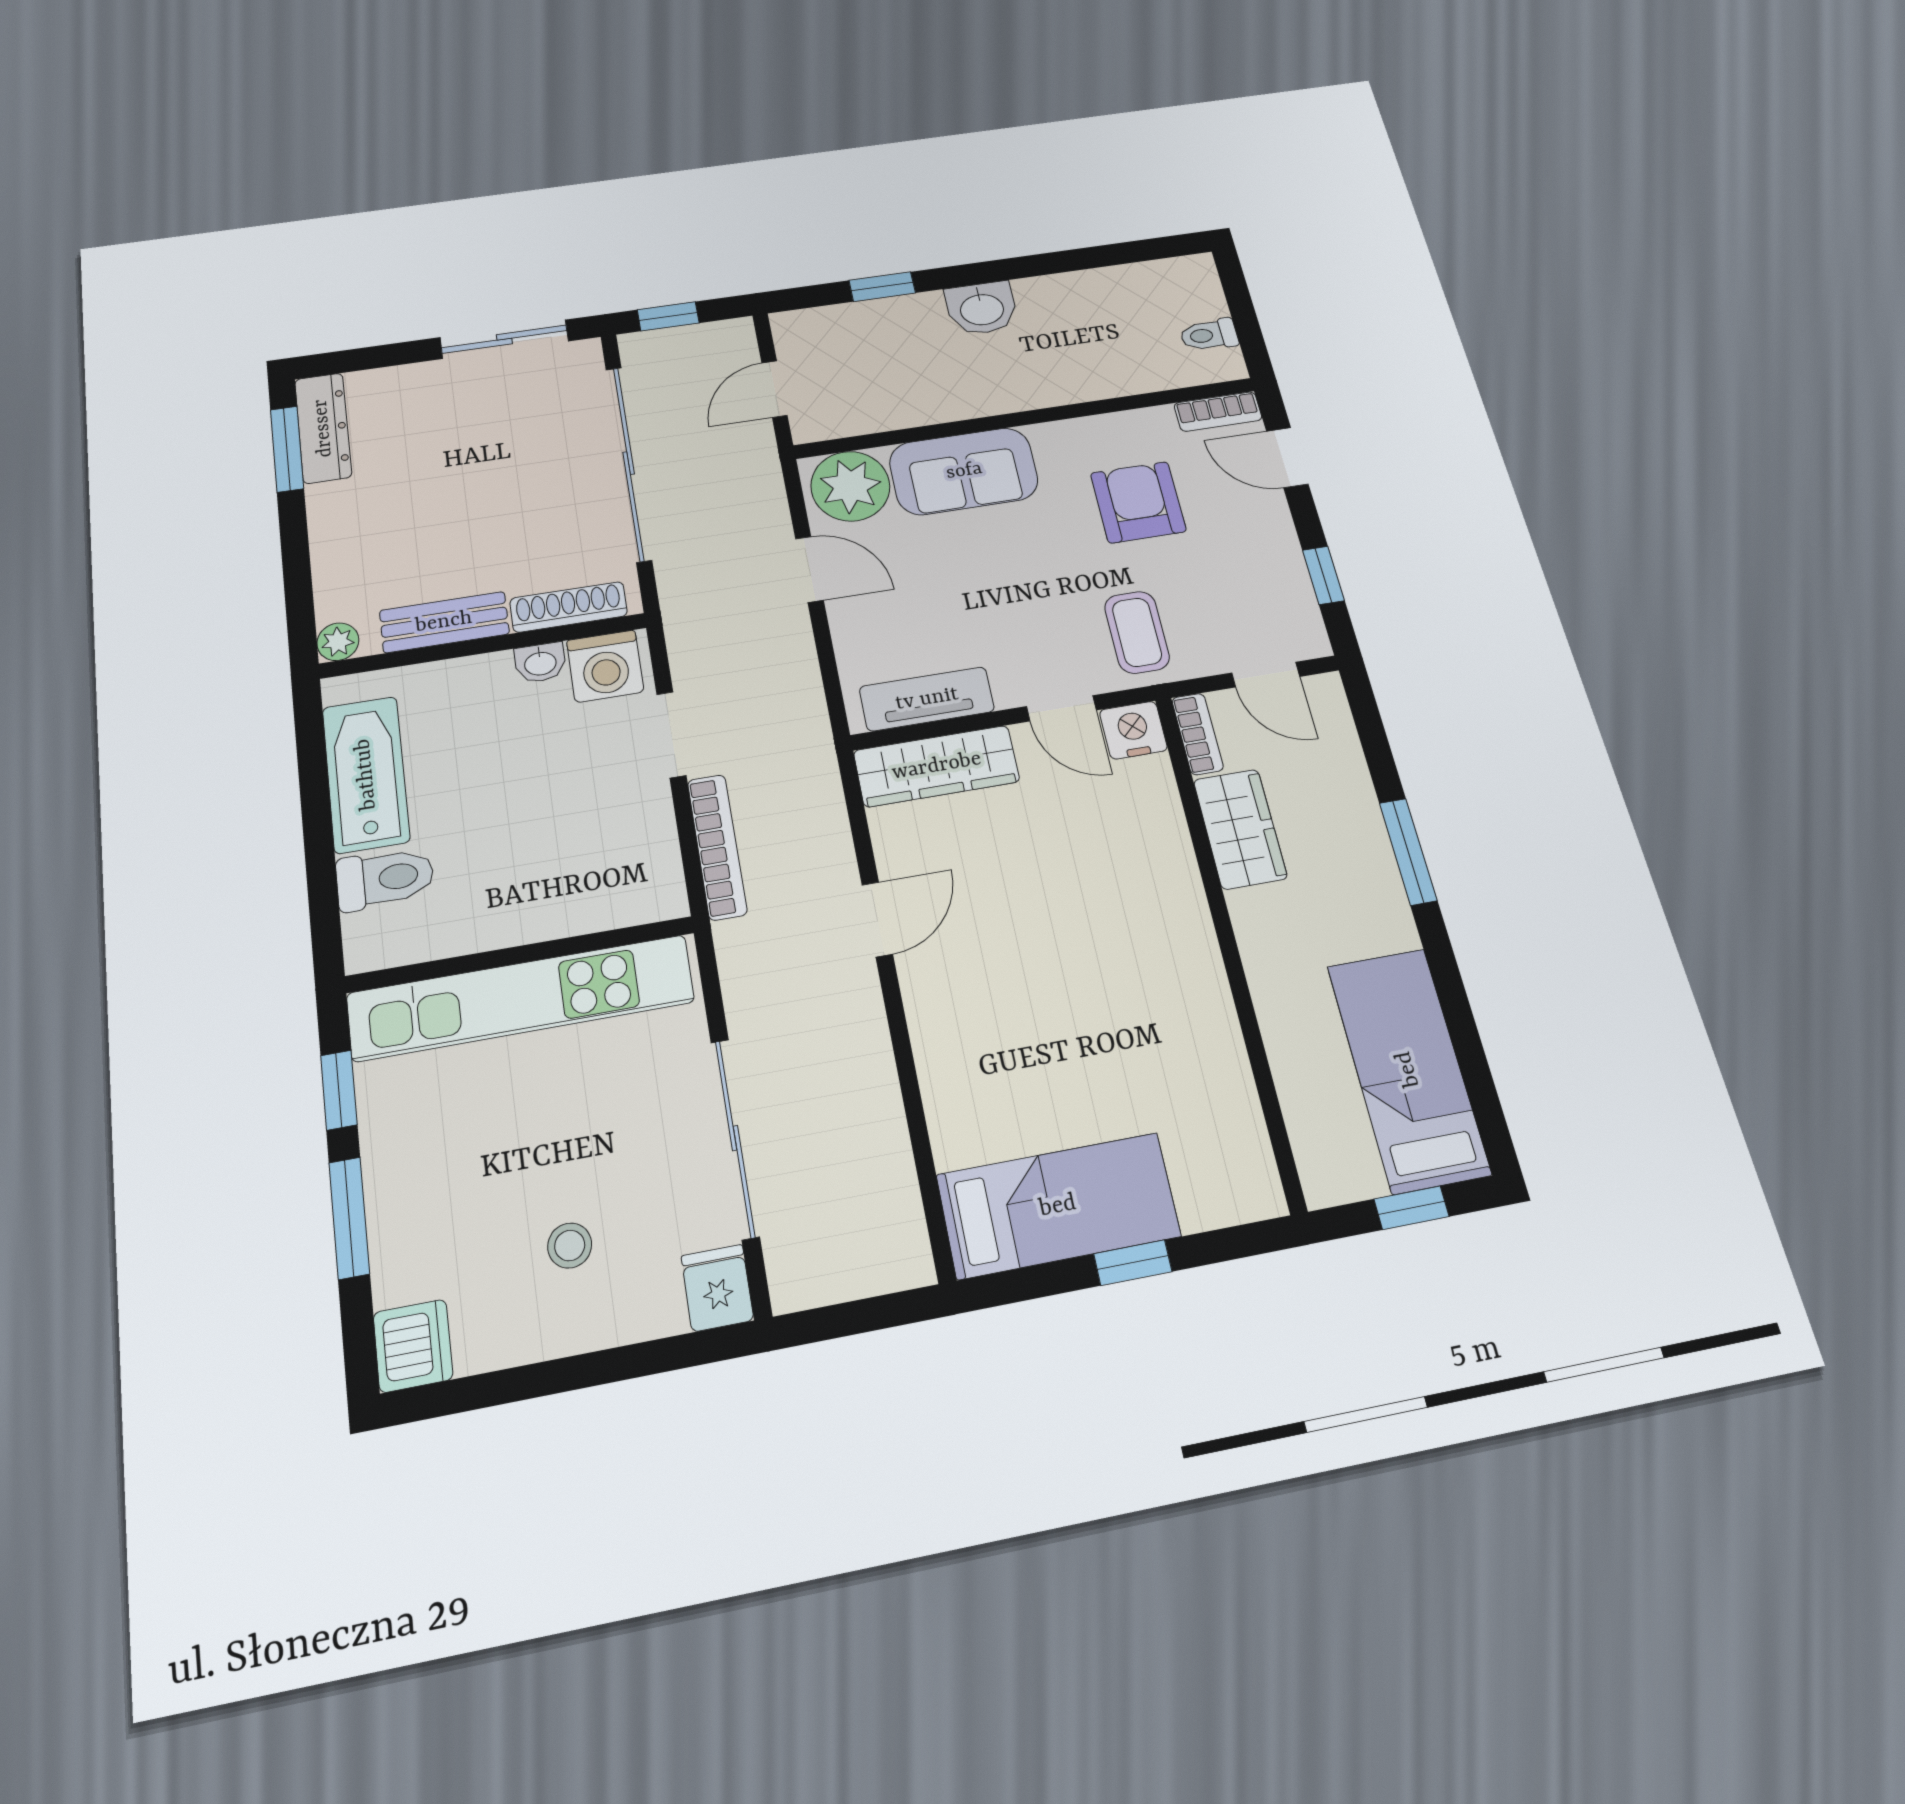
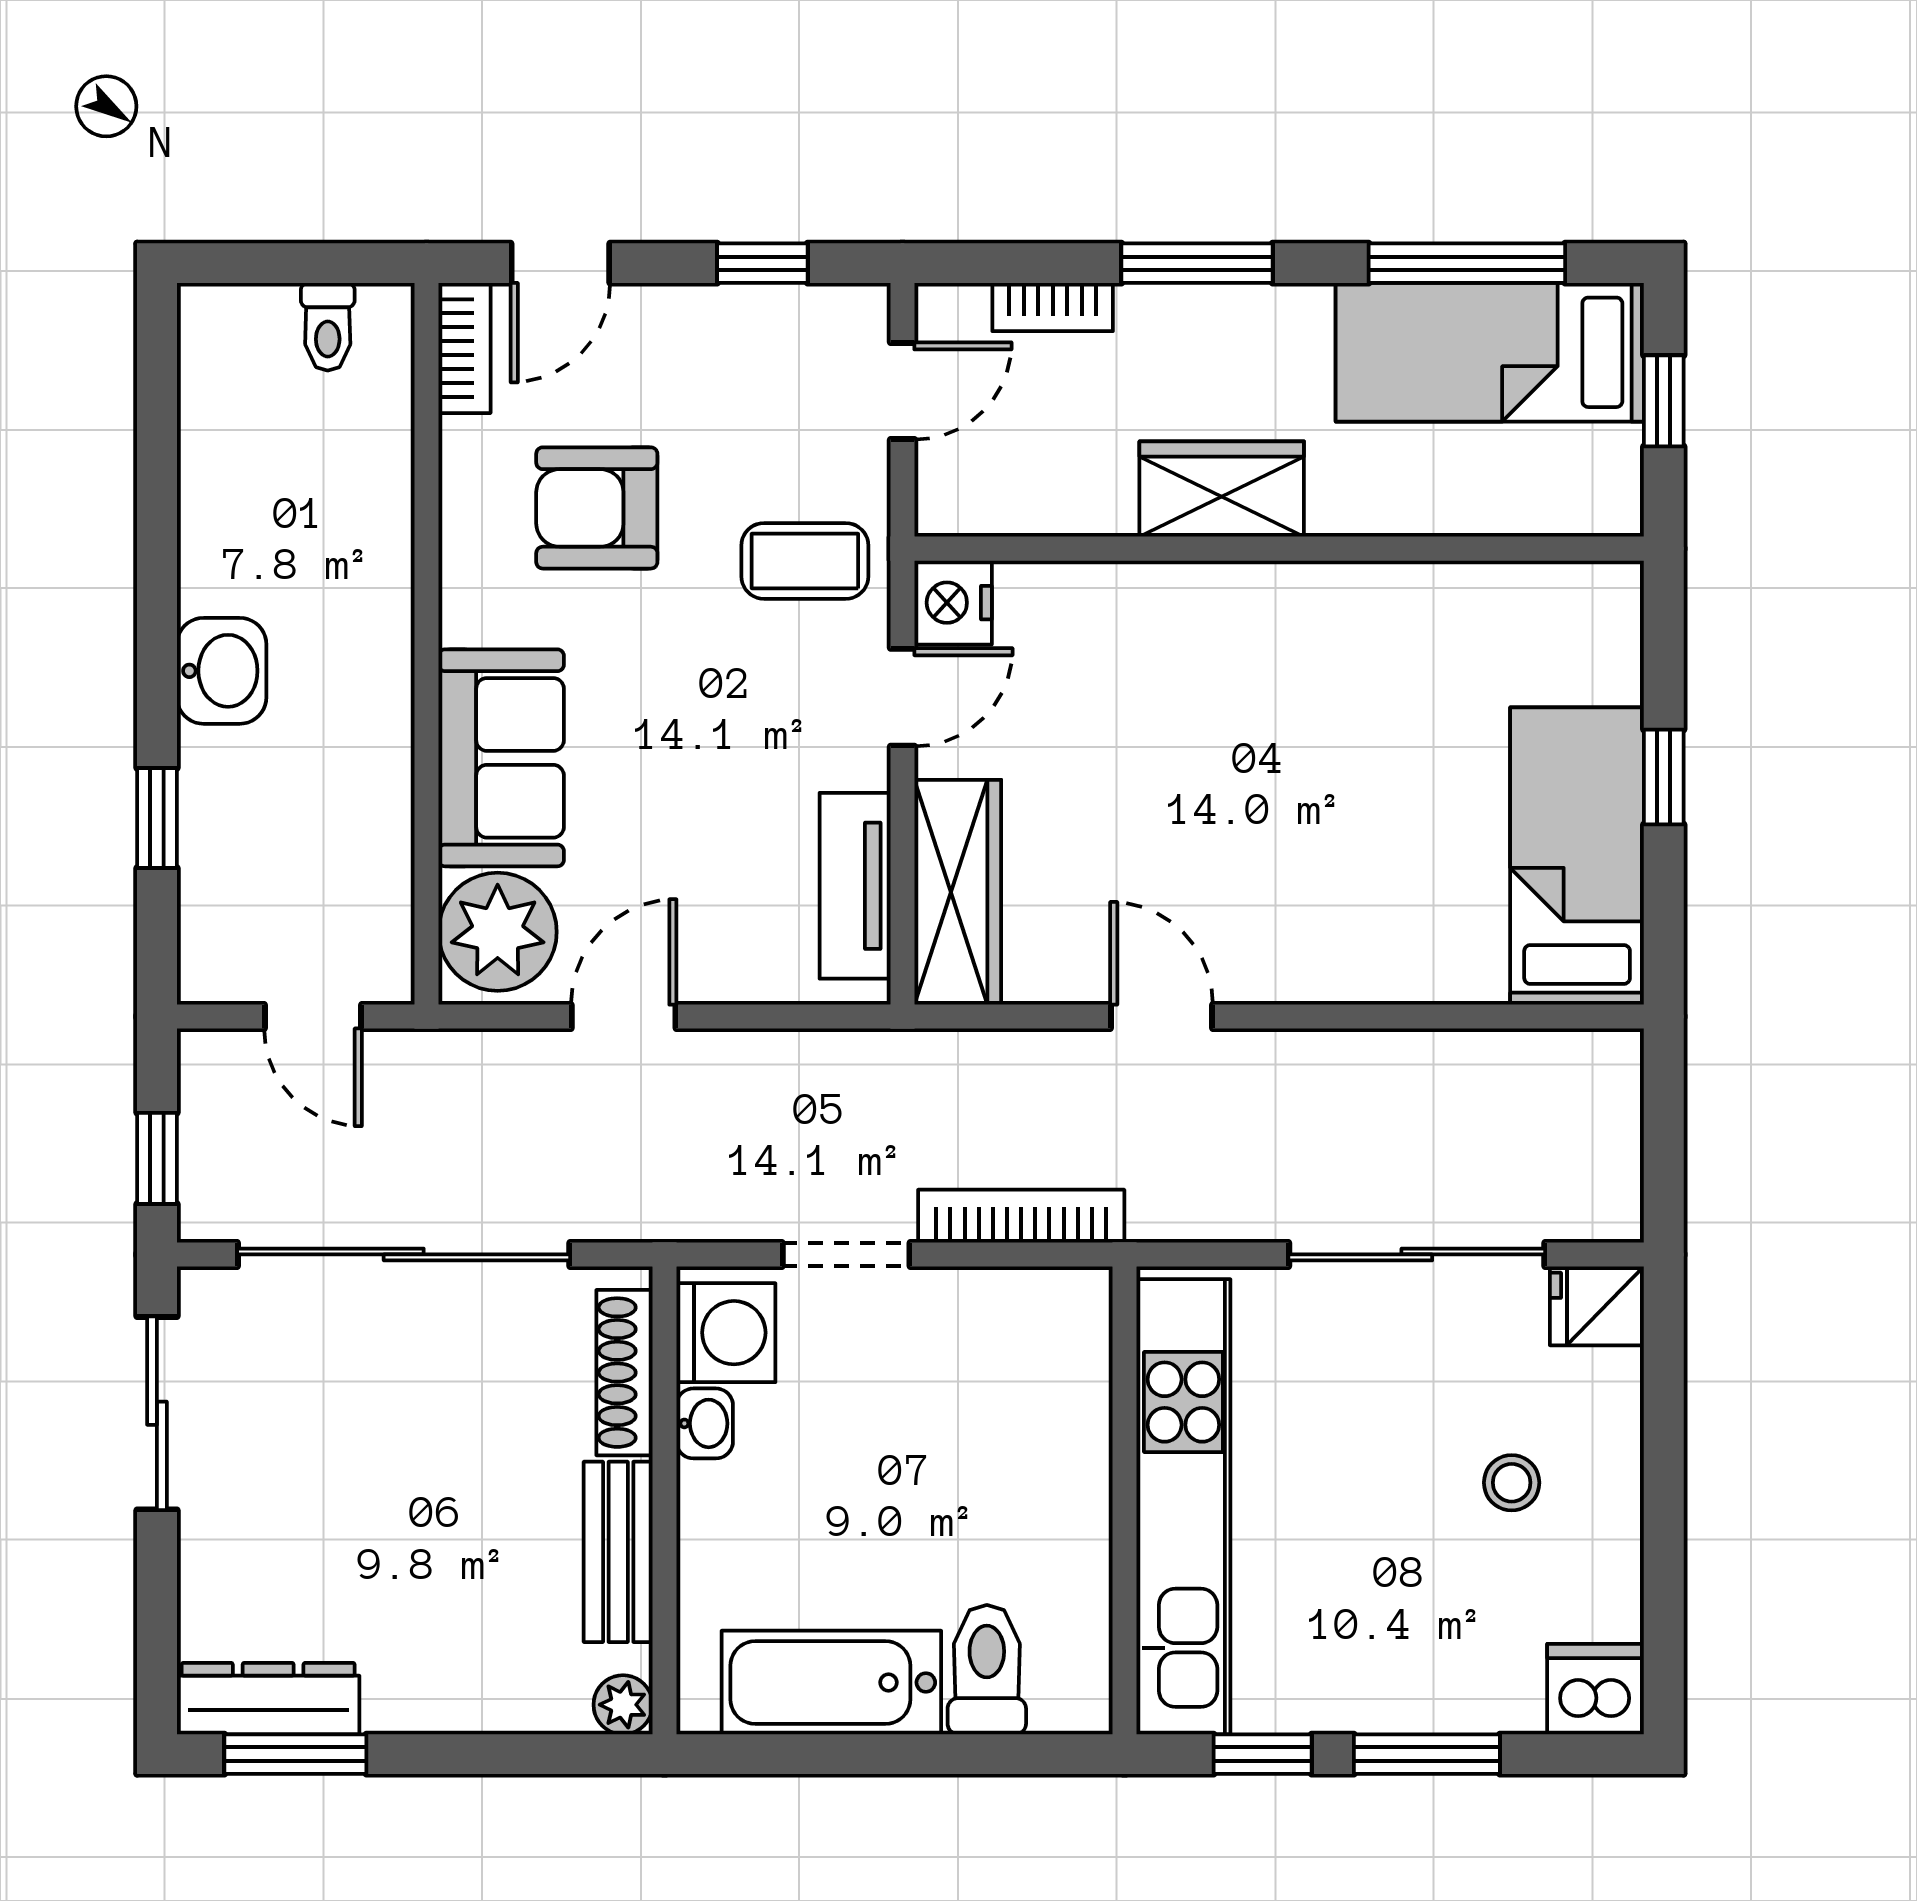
bookcase: (1198, 734) -> (1053, 307), moved, turned 180
wardrobe: (1240, 829) -> (1222, 489), moved
window: (1466, 1041) -> (1467, 263), added

